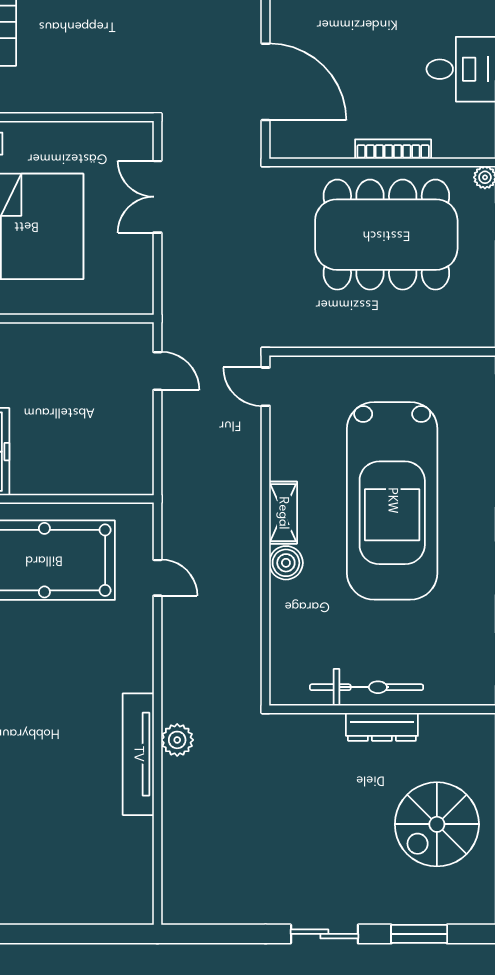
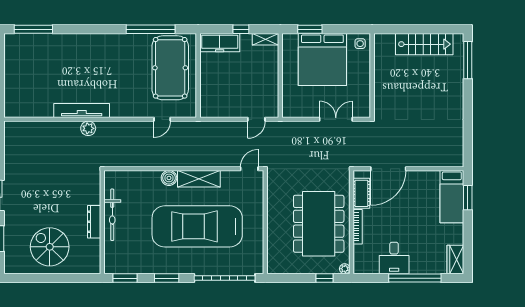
cot: (320, 141) -> (361, 193), added
shelving: (283, 513) -> (199, 179), width x1.50, depth x1.33

